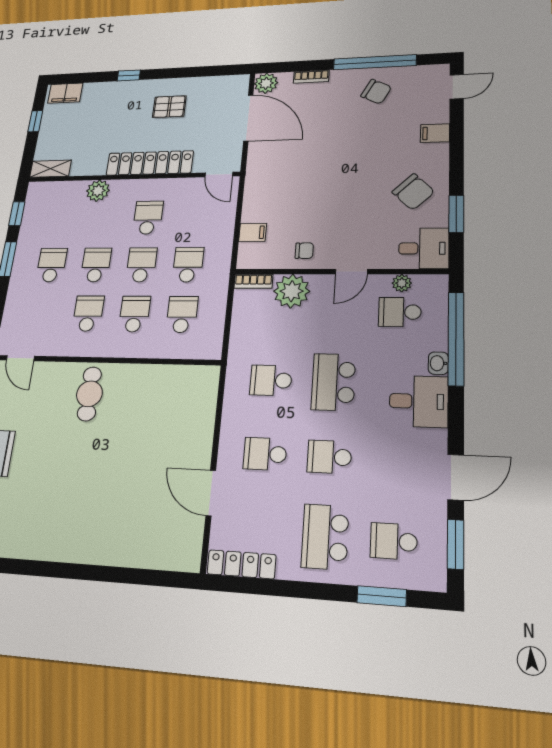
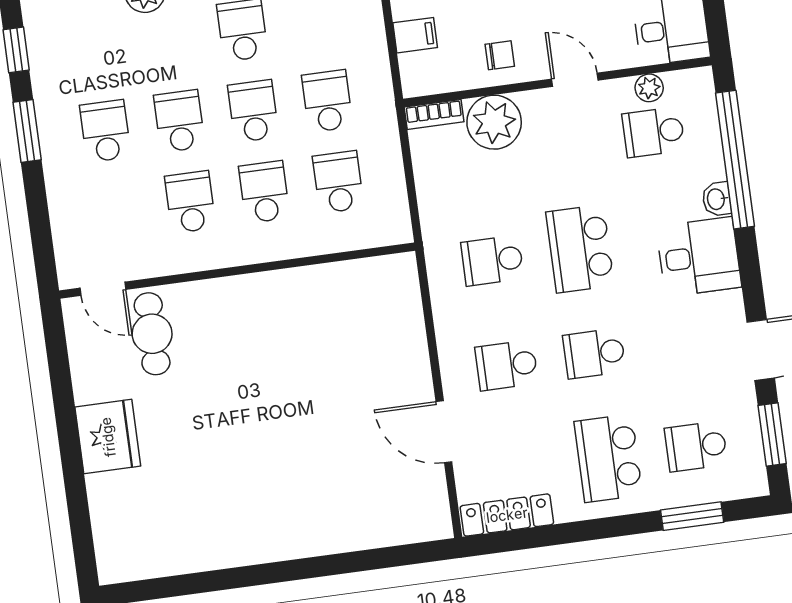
door: (351, 272) -> (575, 80), swing flipped
cafe table: (89, 394) -> (152, 334), moved

